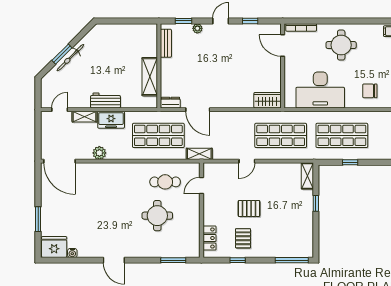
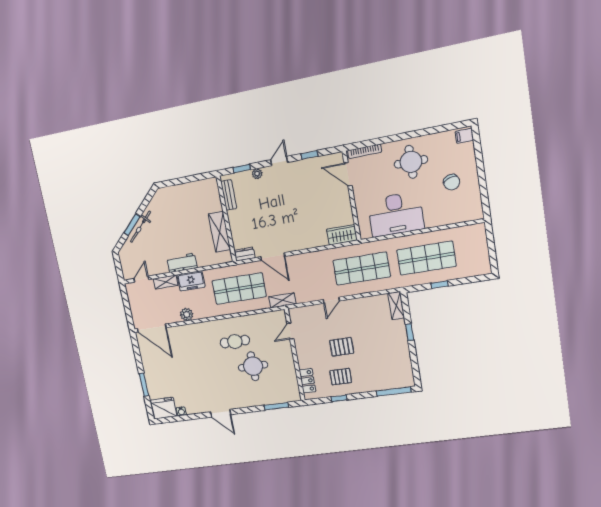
chair: (370, 91) -> (452, 182), moved, turned -108
cafe table: (165, 182) -> (235, 342), moved
pallet: (243, 238) -> (341, 377), turned 90

